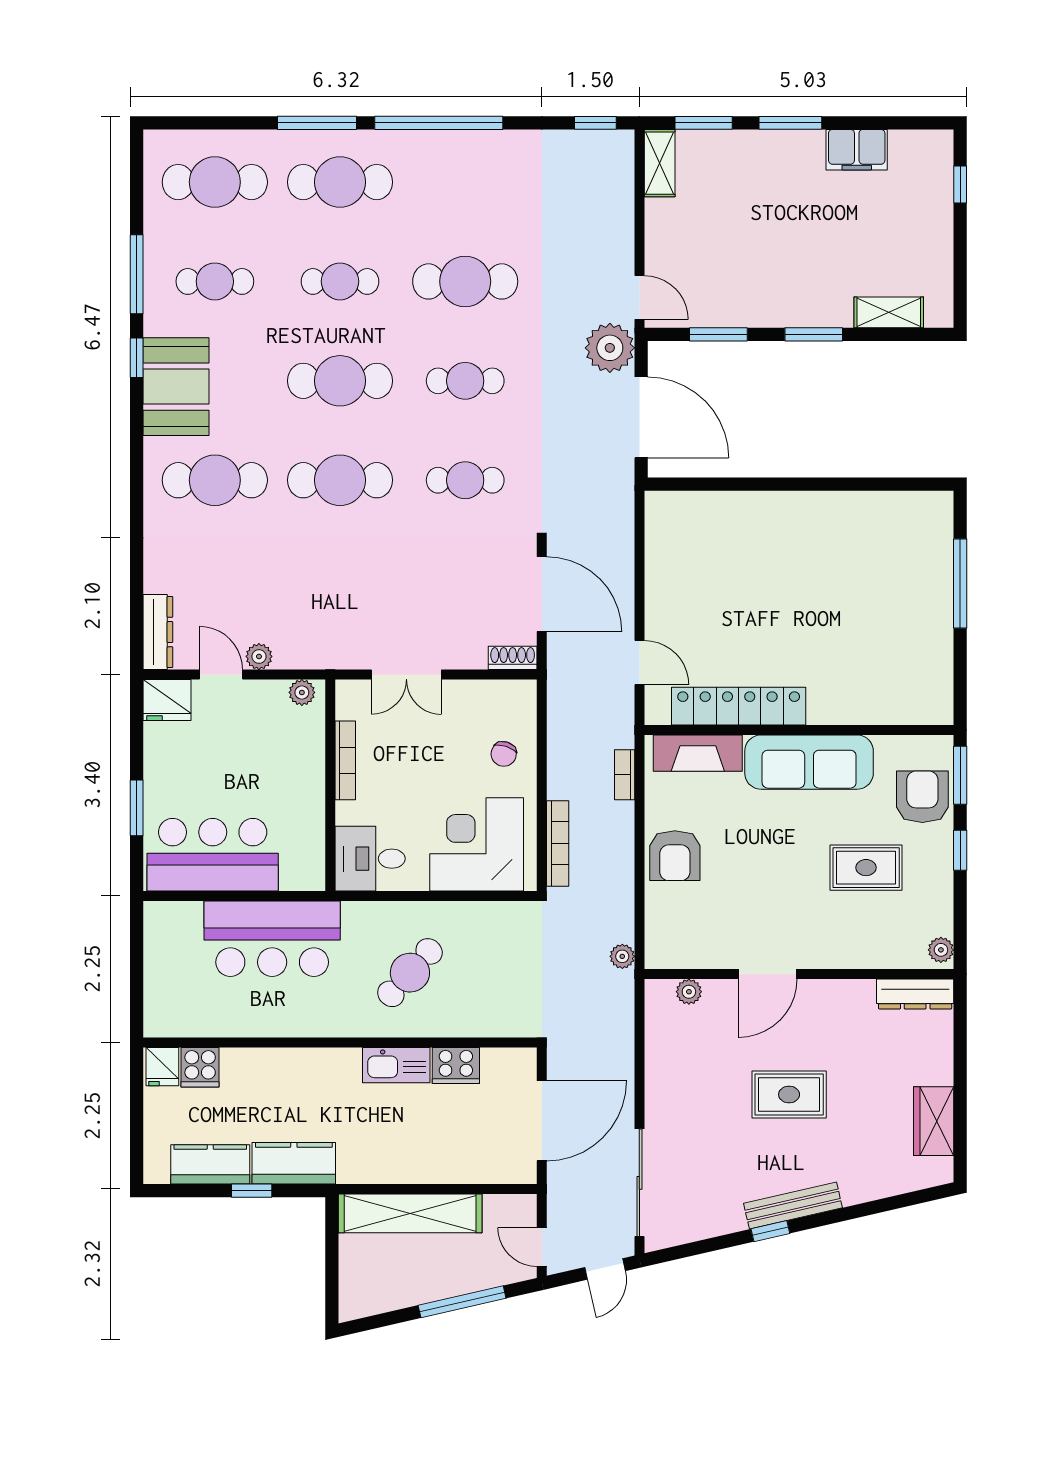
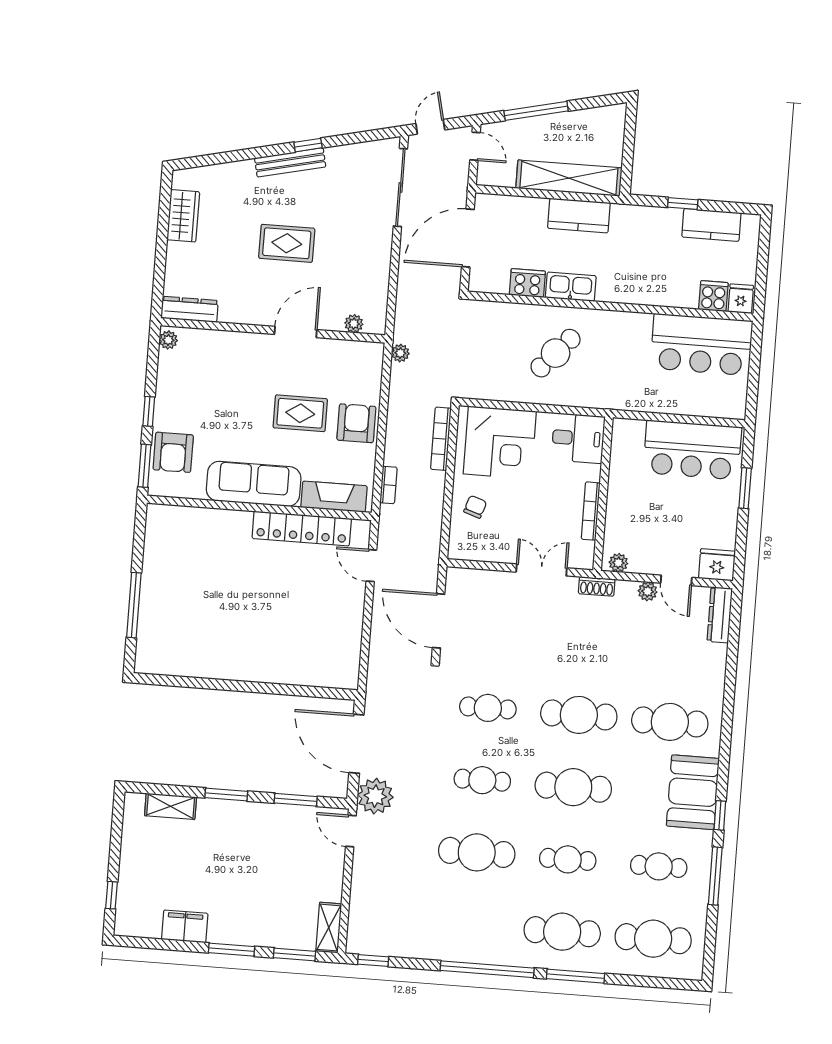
shoe rack: (513, 658) -> (597, 586), moved
rug: (866, 868) -> (300, 413), moved
bar counter: (272, 939) -> (702, 345), moved, turned 180
kitchen counter: (294, 1163) -> (579, 216), moved

